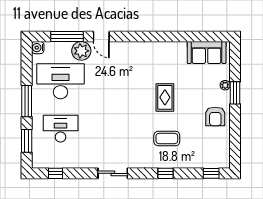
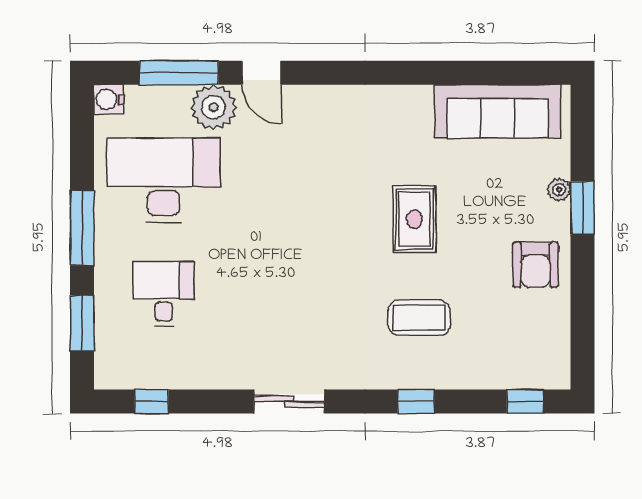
sofa: (207, 53) -> (498, 111), width x1.36
desk: (61, 129) -> (164, 294), width x0.73

